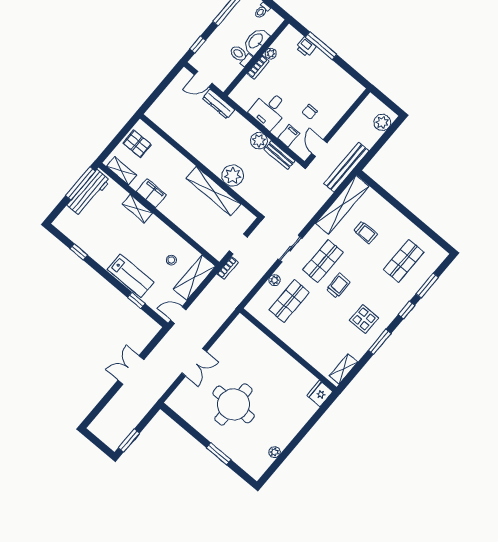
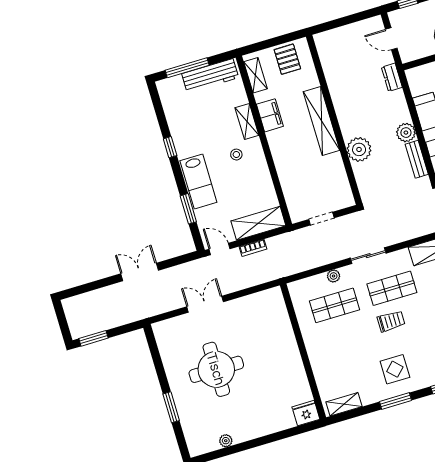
dresser: (218, 104) -> (392, 77), width x0.70
window: (80, 183) -> (187, 68), moved
shelving: (213, 191) -> (322, 121), moved
window: (79, 252) -> (170, 147), moved
stool: (171, 260) -> (236, 155), moved
bookcase: (228, 268) -> (253, 248), moved
window: (136, 300) -> (188, 209), width x1.50
double door: (194, 362) -> (205, 304), swing flipped

